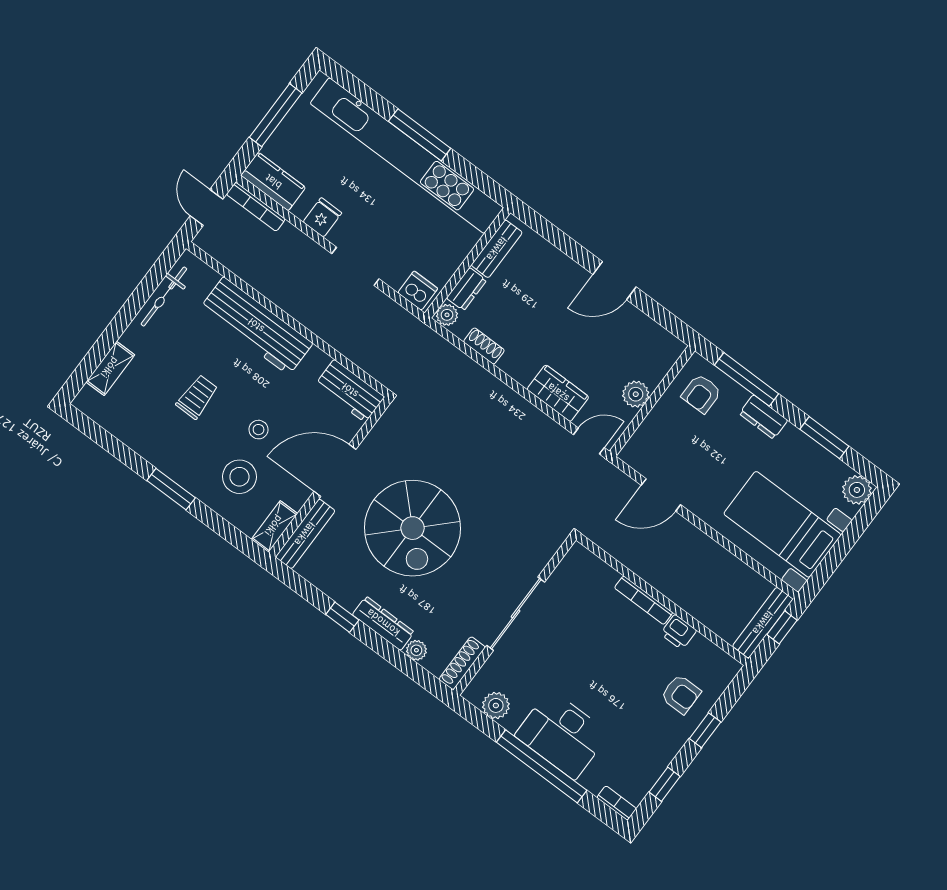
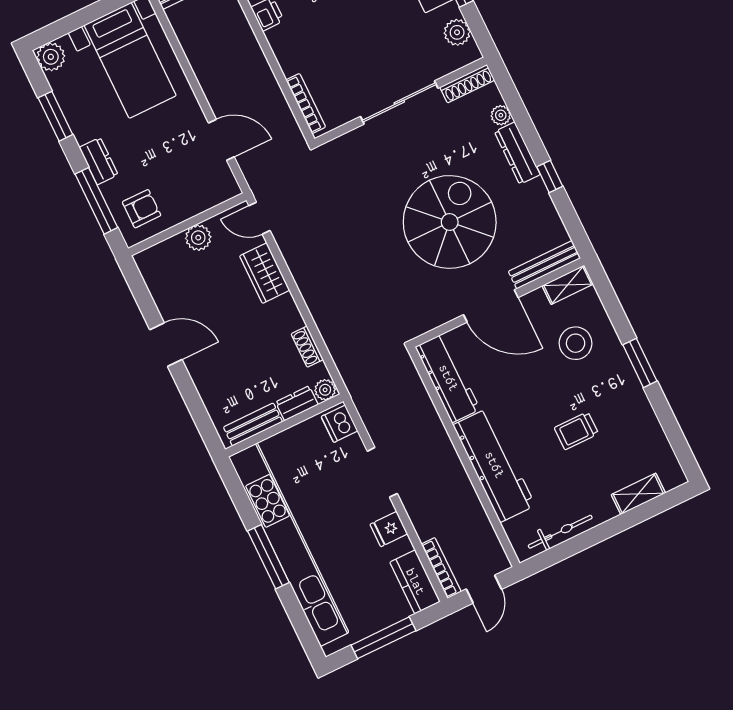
workbench: (350, 391) -> (448, 378), width x1.38
stool: (259, 430) -> (538, 375), removed
bookcase: (644, 600) -> (306, 104), moved

